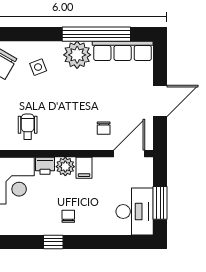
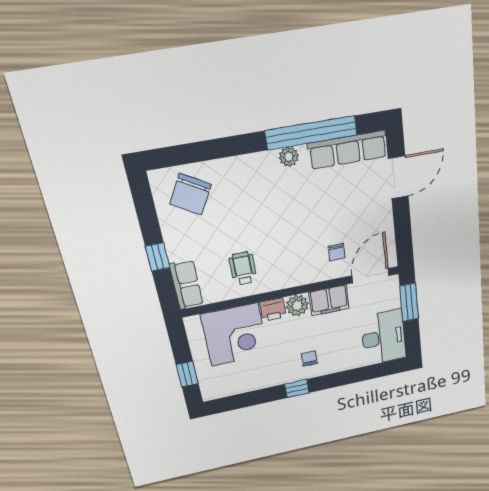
plant: (77, 55) -> (289, 157), width x0.53, depth x0.53
side table: (38, 67) -> (242, 191), removed
door: (160, 101) -> (398, 177), moved
filing cabinet: (84, 168) -> (329, 300), width x2.00
window: (160, 203) -> (409, 302), moved

